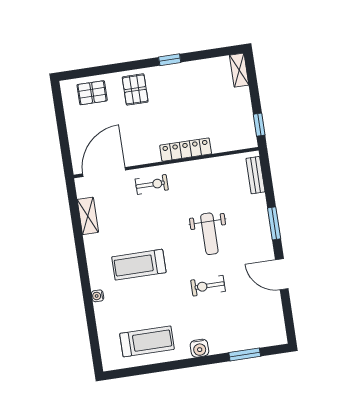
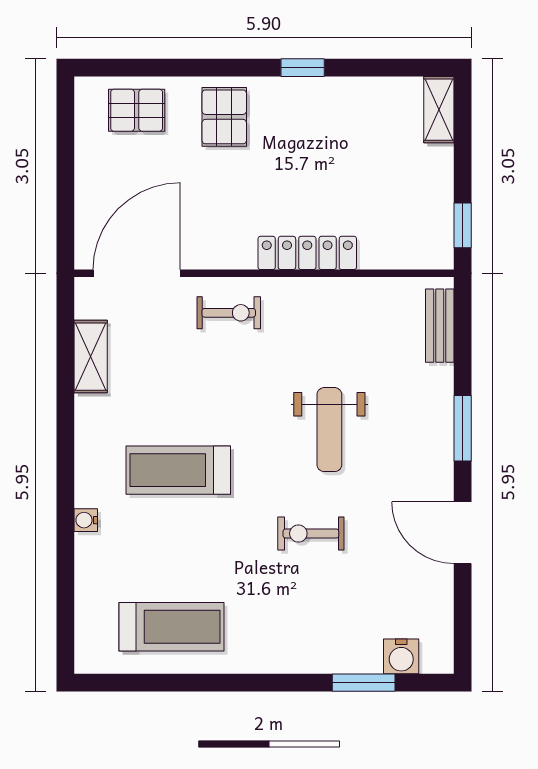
water cooler: (199, 348) -> (401, 656), moved

